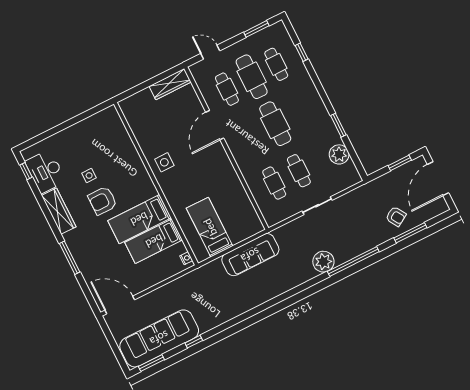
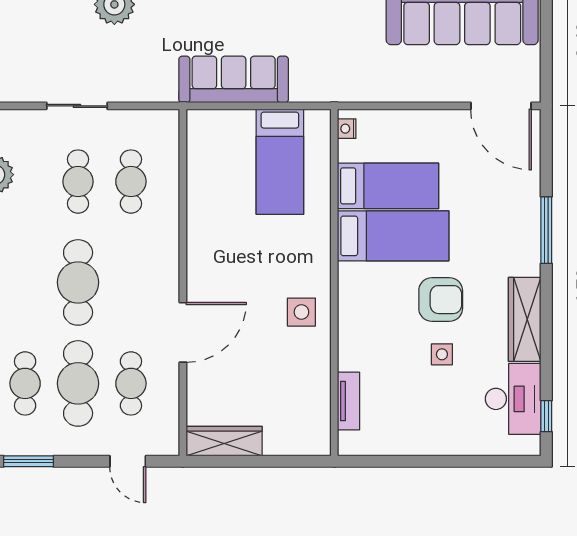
tv unit: (122, 132) -> (349, 401), added

